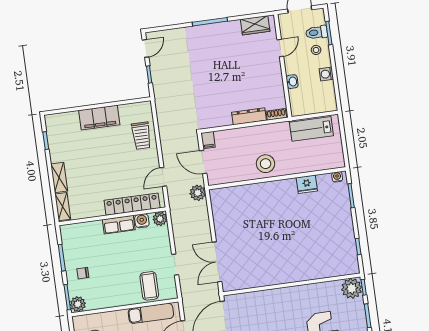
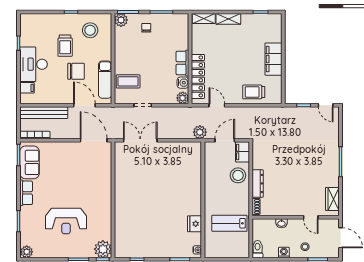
toilet: (317, 32) -> (258, 249), moved
lab bench: (311, 129) -> (229, 223), moved, turned -90
filing cabinet: (208, 140) -> (242, 152), width x2.00
stool: (266, 164) -> (238, 175), moved

